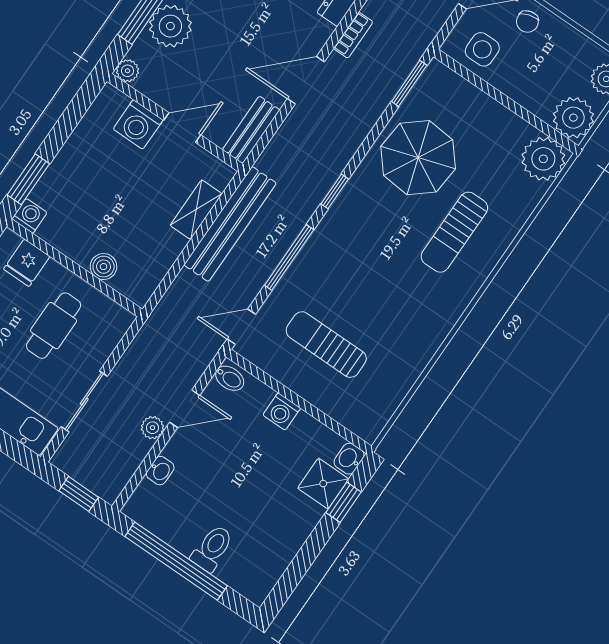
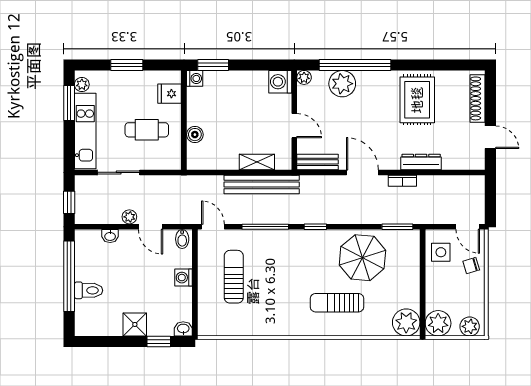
washing machine: (138, 124) -> (280, 82), moved
shower: (323, 484) -> (135, 324), moved

